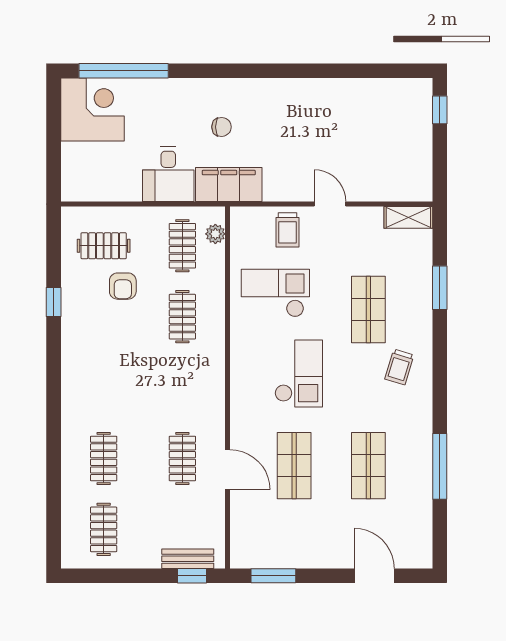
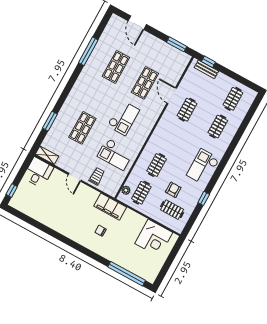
corner desk: (92, 109) -> (154, 238), moved, turned -90
desk: (168, 174) -> (38, 172), moved
checkout: (89, 363) -> (203, 167), added
trolley: (399, 367) -> (83, 99), removed
checkout: (299, 373) -> (123, 118), turned 180

